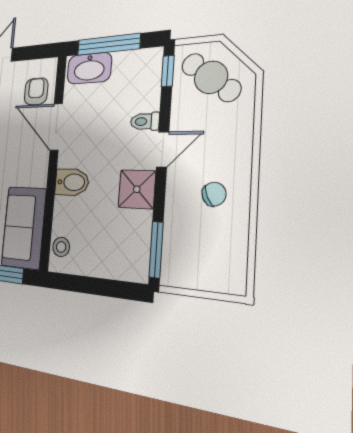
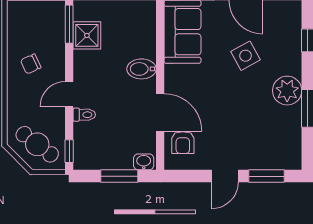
window: (108, 44) -> (119, 176), width x0.69
washbasin: (89, 68) -> (144, 162), width x0.52, depth x0.69
shower: (137, 189) -> (87, 35), moved
stool: (61, 247) -> (146, 19), removed

